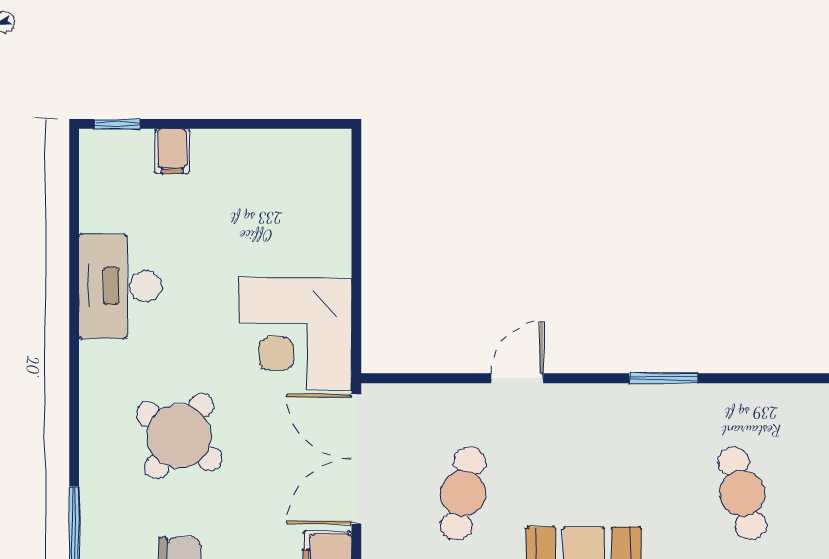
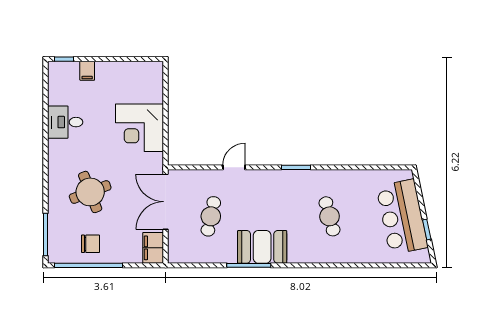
desk: (120, 286) -> (65, 122), width x0.73
corner desk: (295, 334) -> (140, 128), moved
round table: (179, 436) -> (90, 192), turned 33

